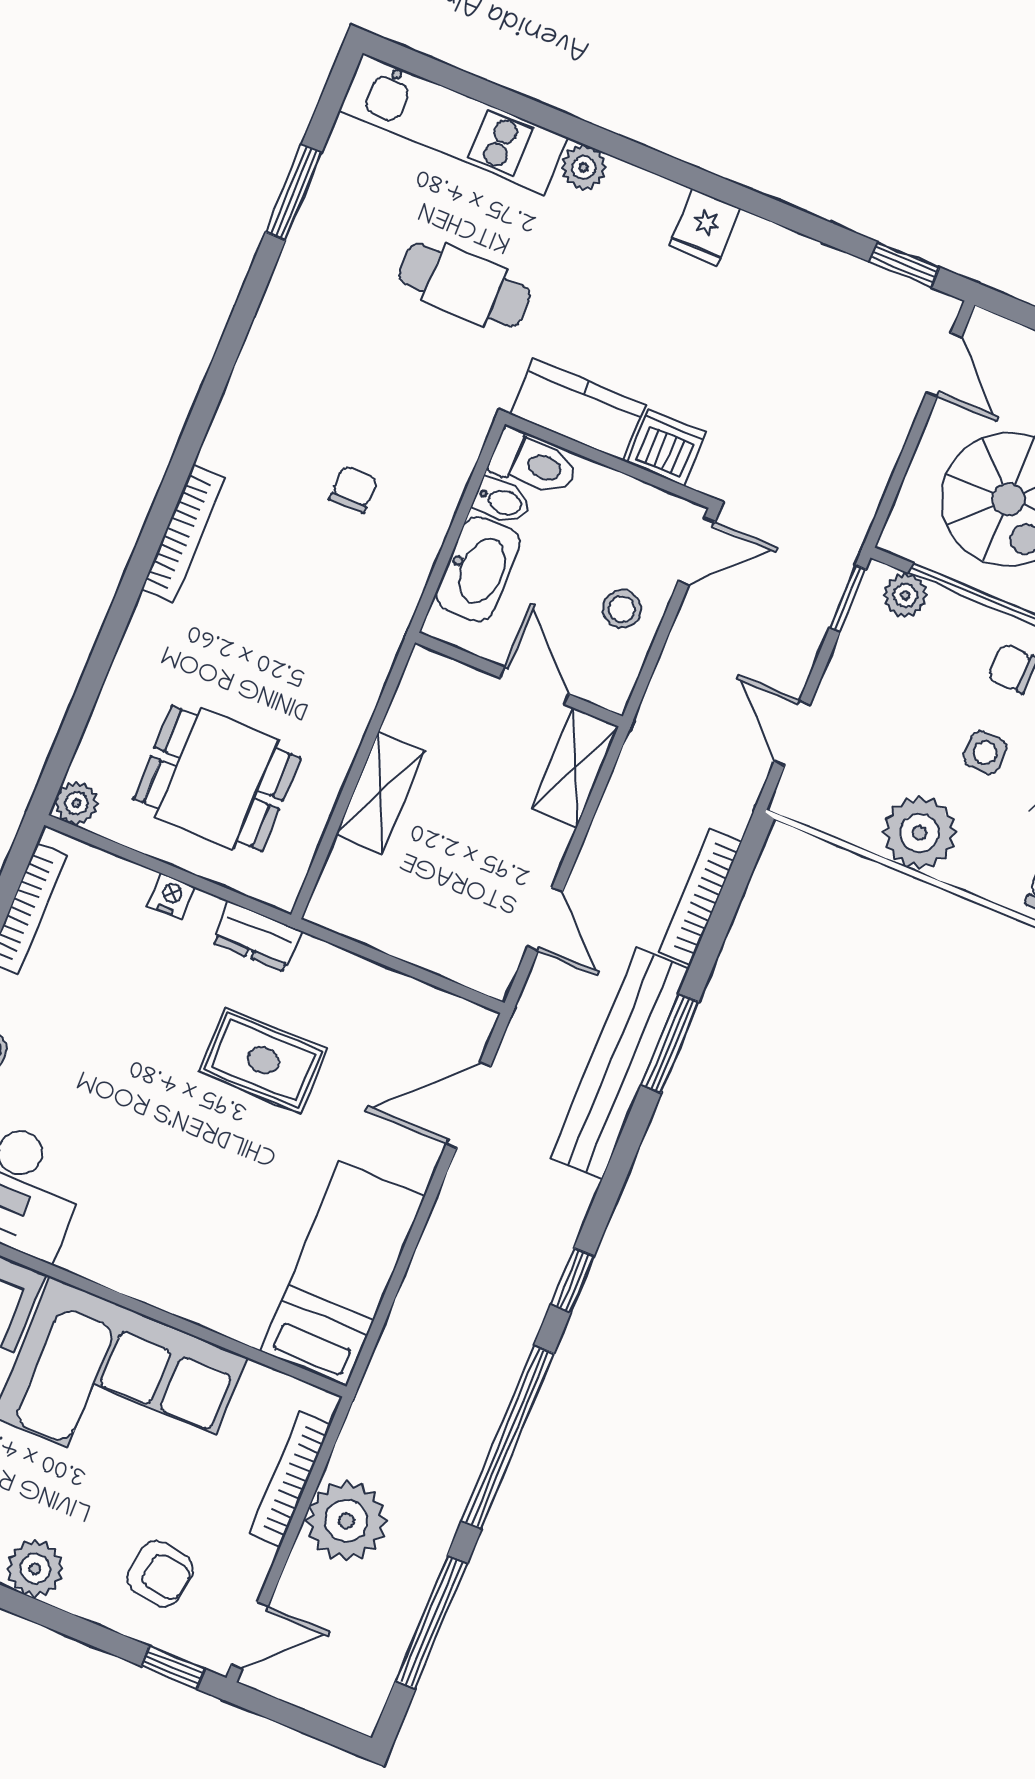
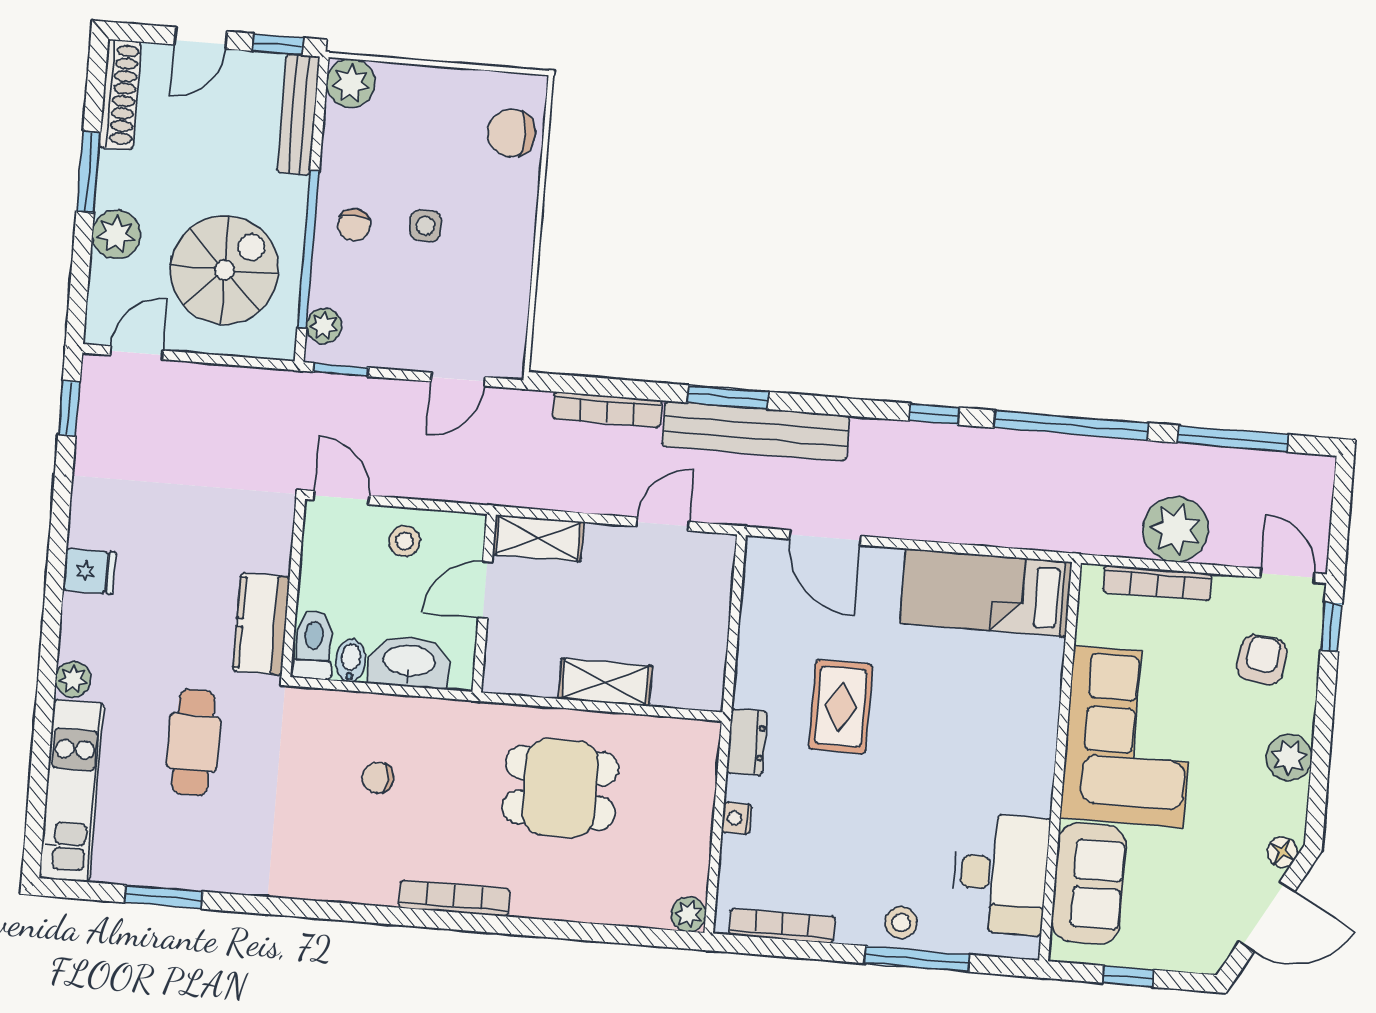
dishwasher: (666, 448) -> (269, 547), removed
dining table: (217, 778) -> (560, 788), moved, turned 90
plant: (919, 833) -> (504, 257), removed

